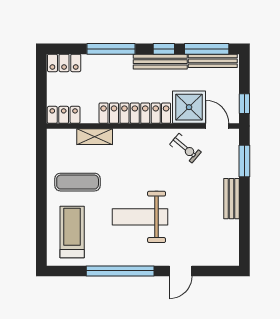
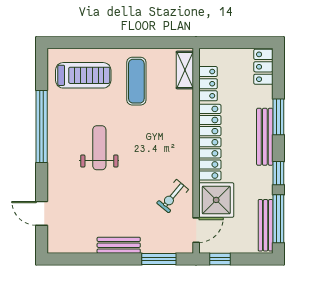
window: (111, 49) -> (278, 117), width x0.69
bench: (160, 62) -> (265, 137), moved
locker: (64, 115) -> (208, 84), moved
shelving: (95, 137) -> (185, 70), moved
weight bench: (140, 217) -> (99, 148), width x0.73, depth x0.75
door: (181, 271) -> (42, 213), moved

